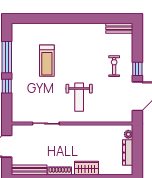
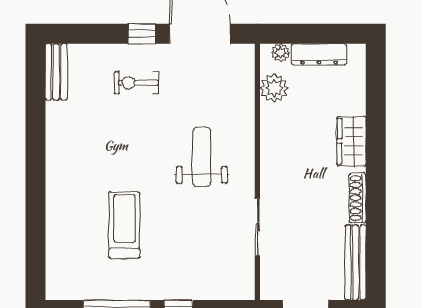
treadmill: (47, 61) -> (124, 225), turned -90
weight bench: (79, 97) -> (202, 157), turned -90
plant: (112, 131) -> (274, 88), added

